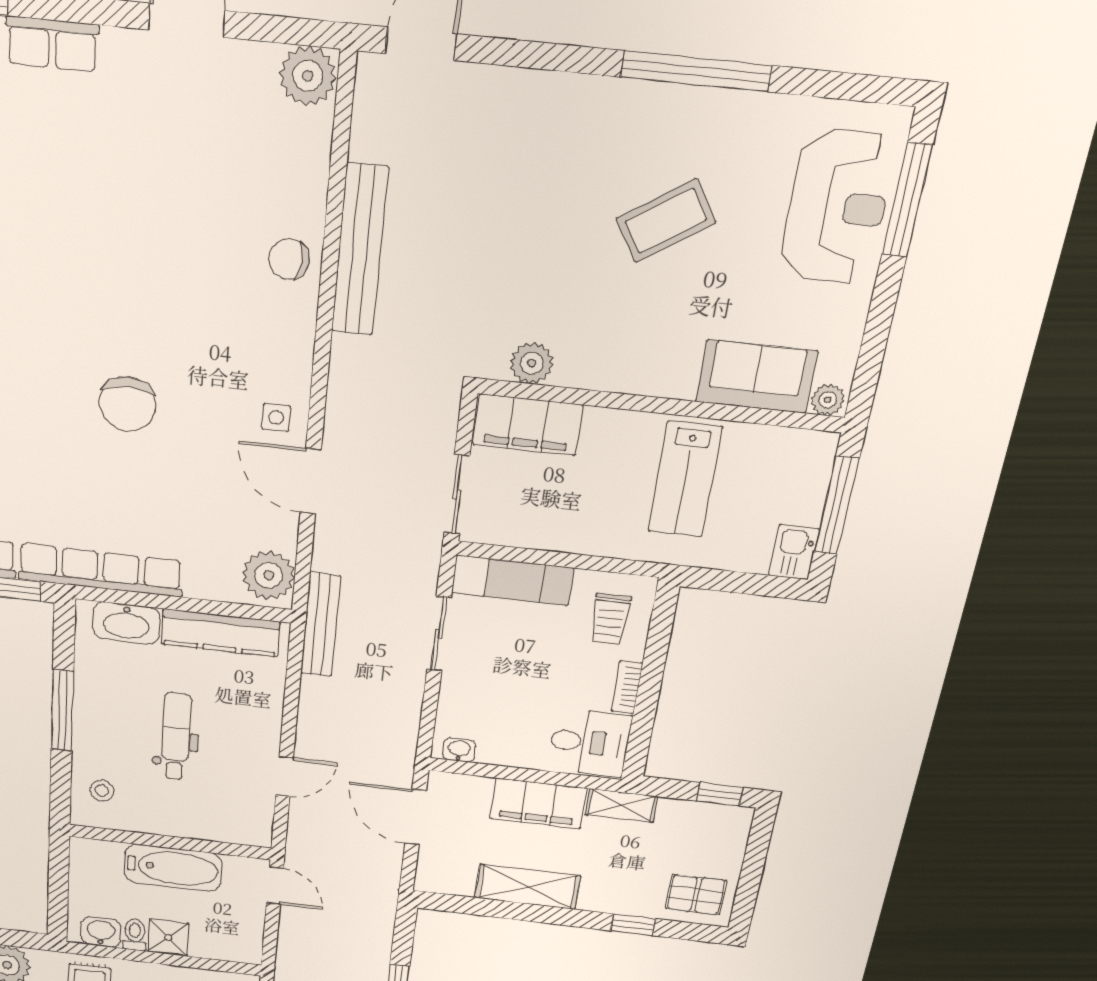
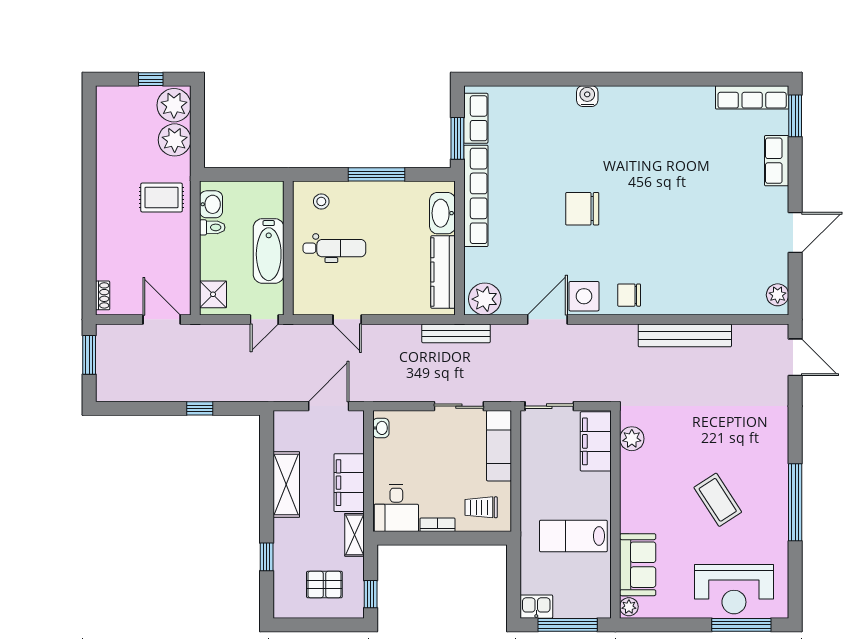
plant: (308, 76) -> (778, 295), width x0.73, depth x0.73
chair: (289, 259) -> (629, 295), moved, turned -95
side table: (276, 417) -> (584, 296), width x1.87, depth x1.87
dental chair: (176, 737) -> (334, 248), moved
pallet: (696, 895) -> (324, 585), moved, turned 90
shower: (168, 938) -> (213, 294), moved

